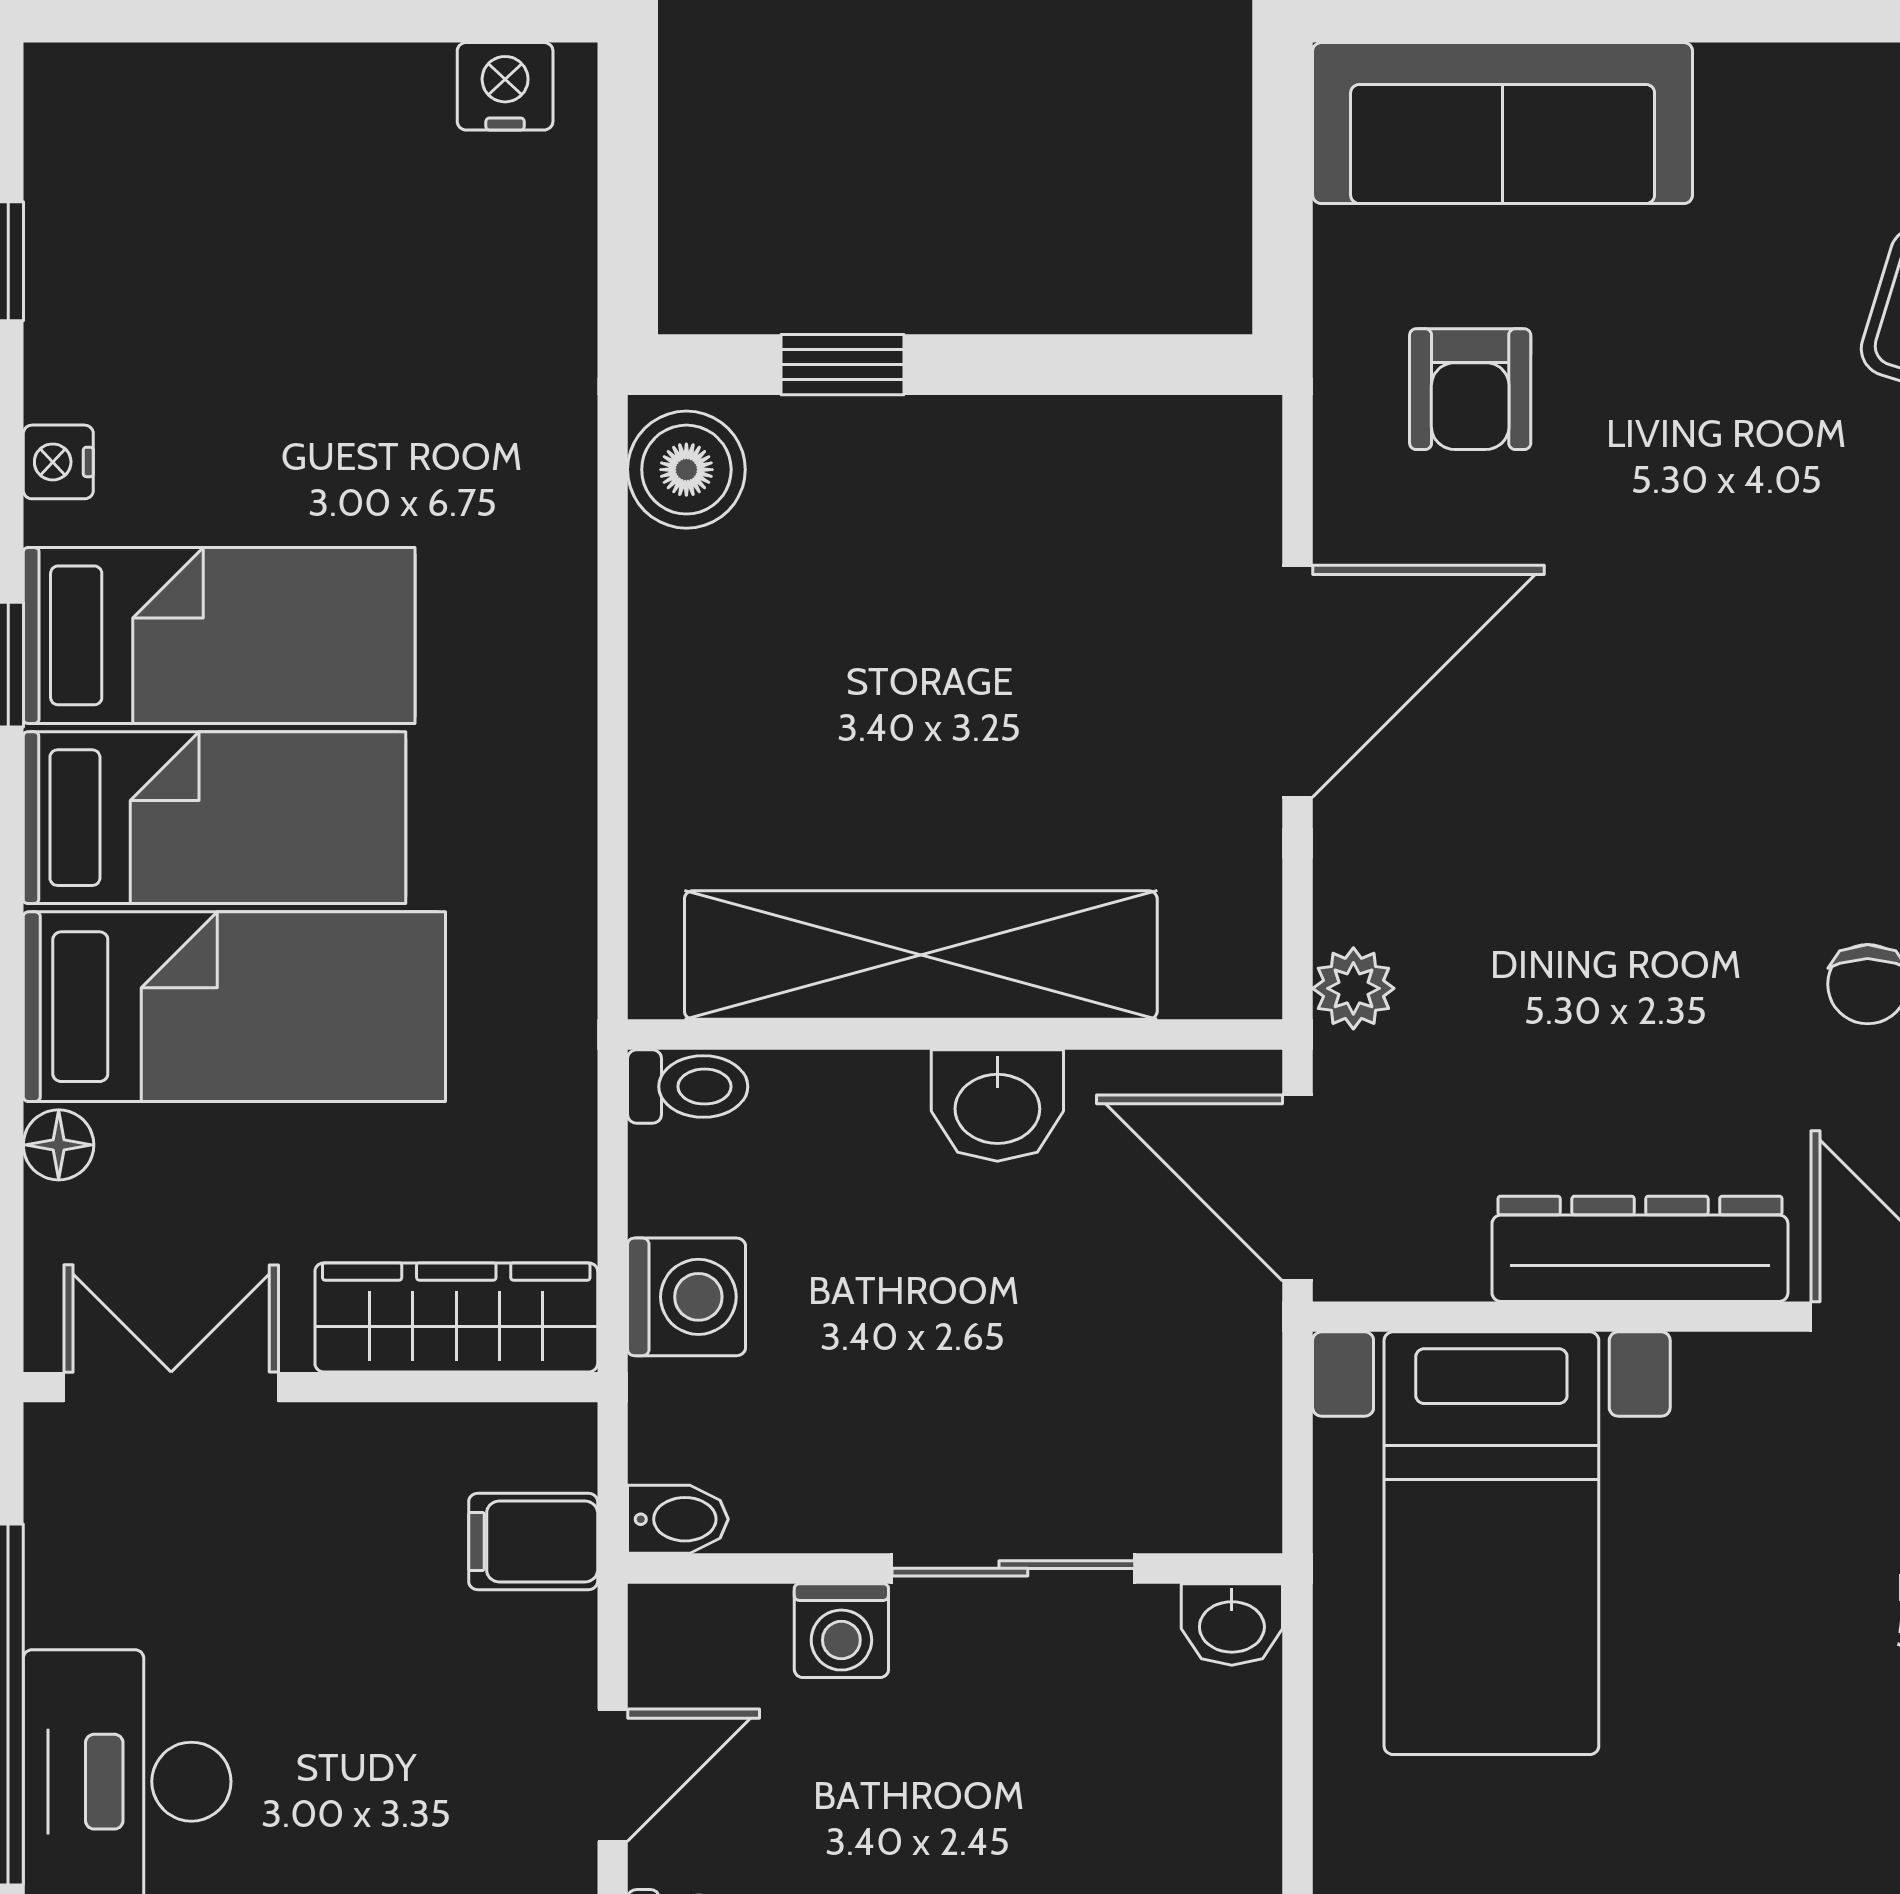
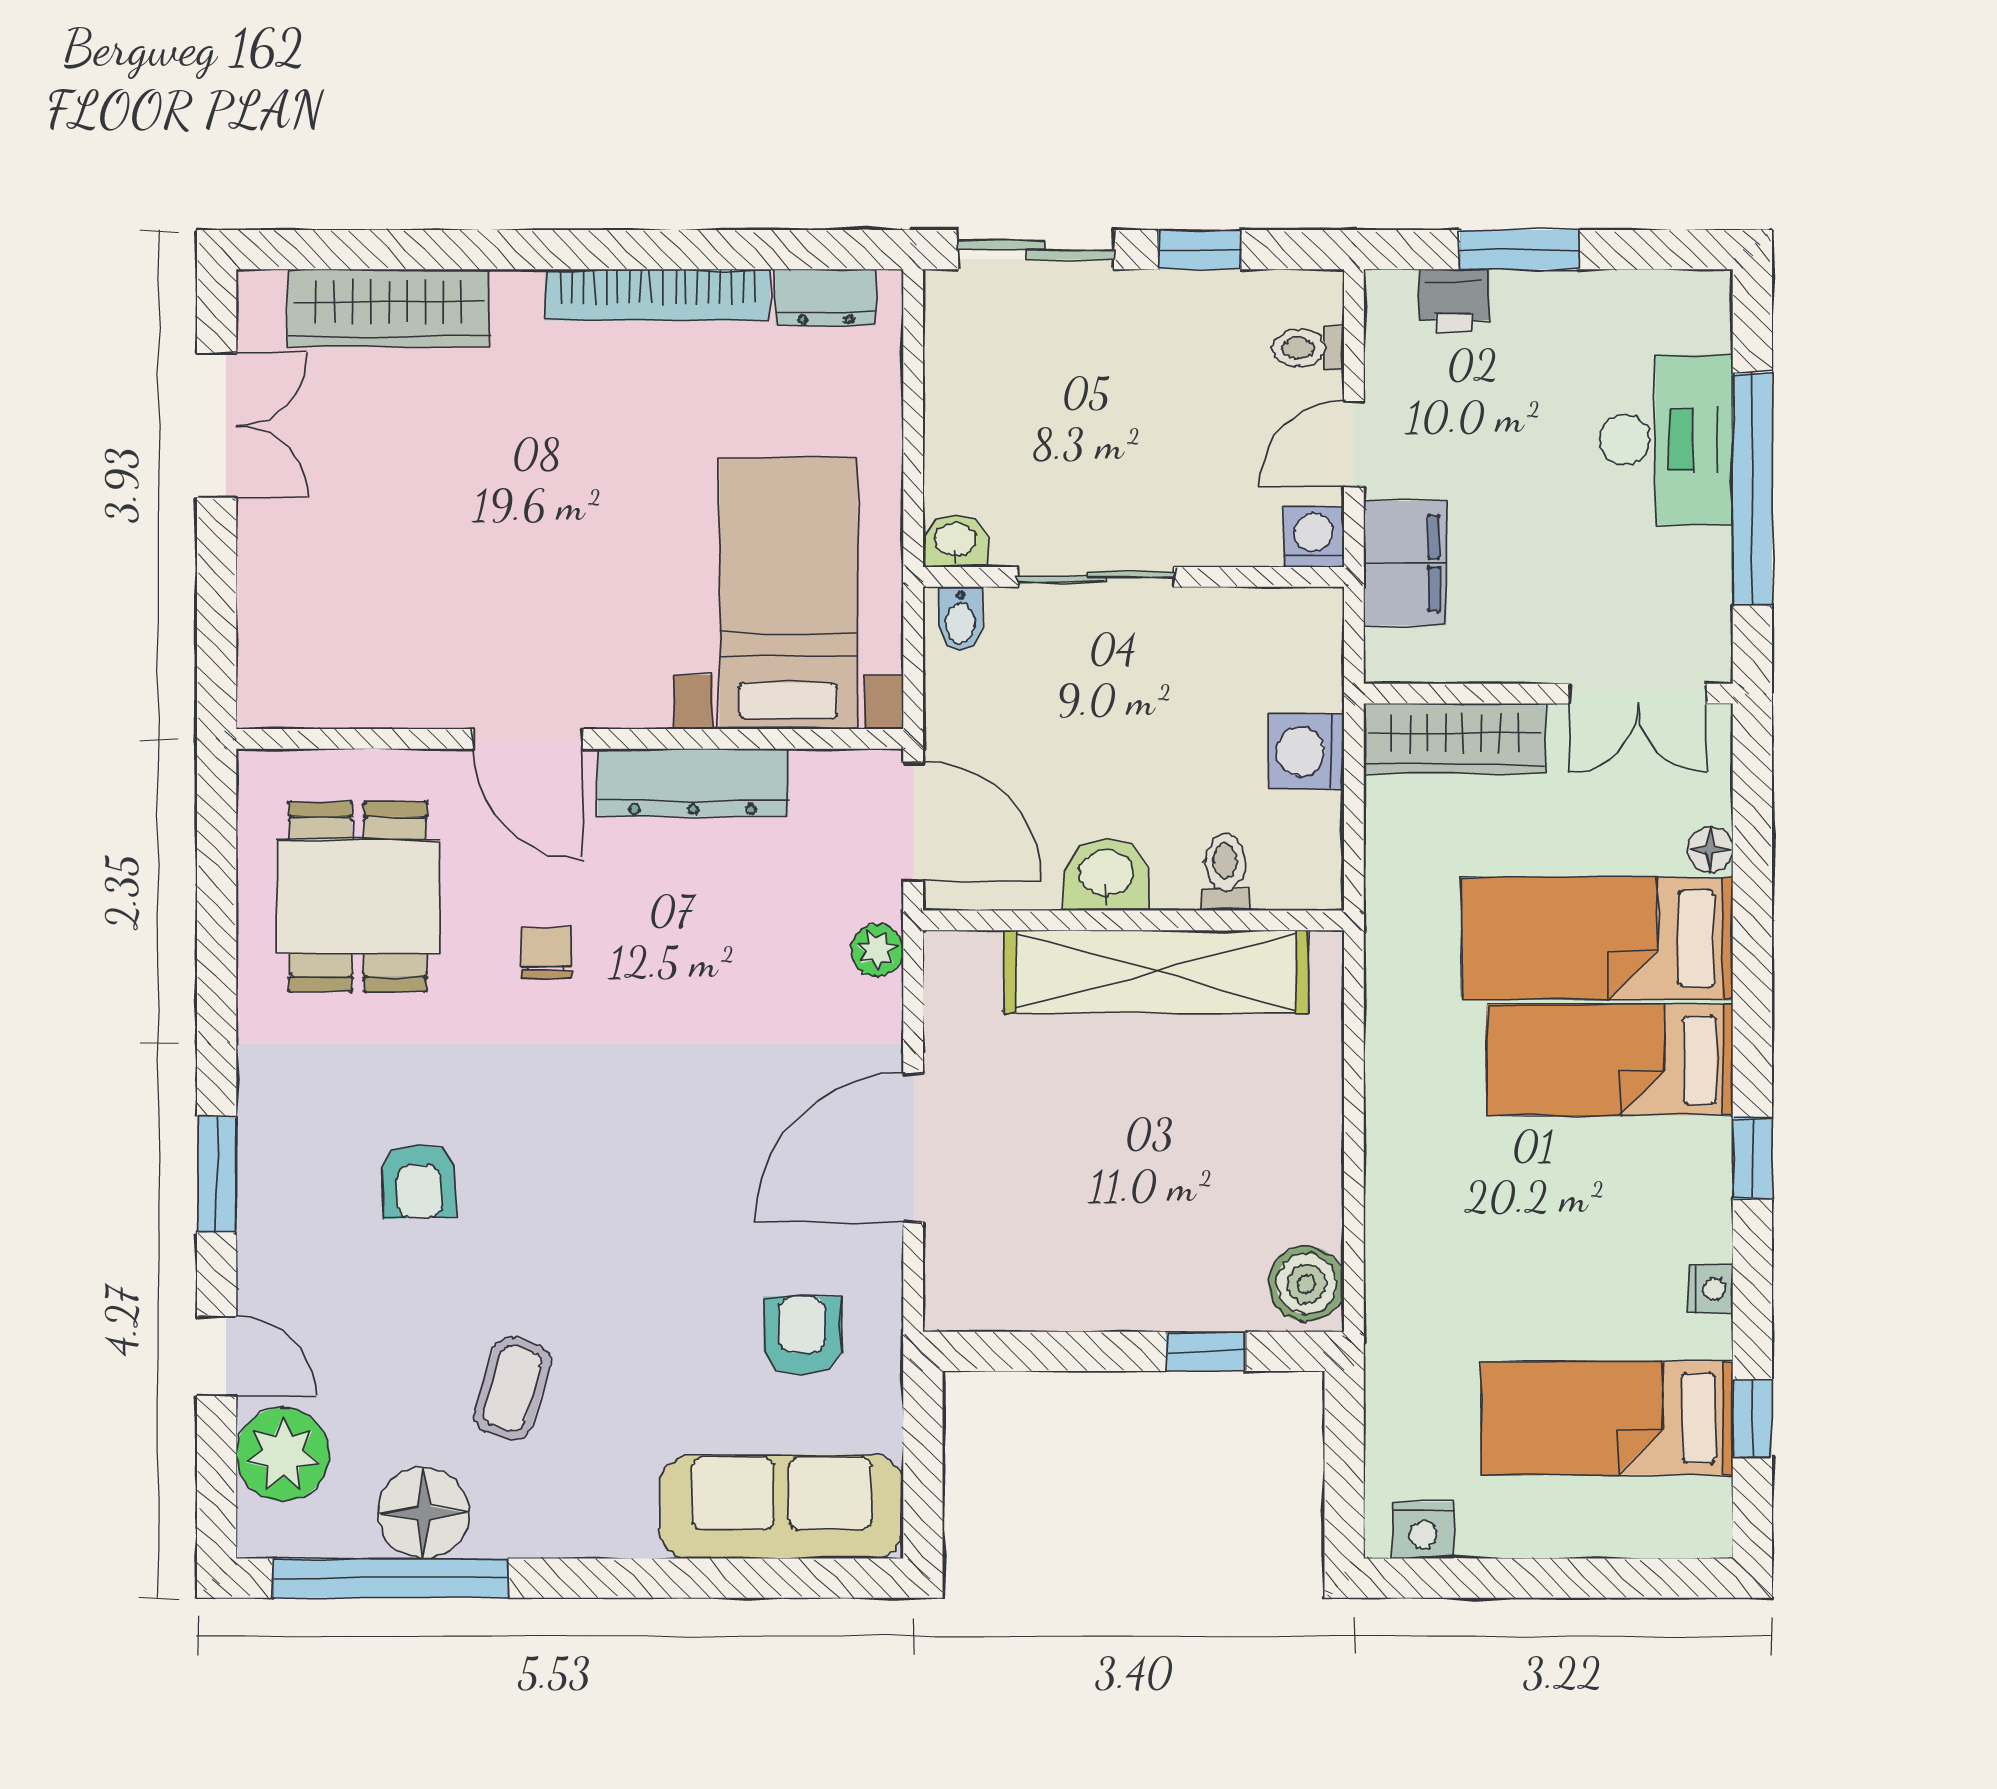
bed: (219, 635) -> (1607, 1418), moved
toilet: (688, 1087) -> (1225, 872), moved, turned 90
bidet: (678, 1519) -> (960, 619), moved, turned -90
filing cabinet: (533, 1541) -> (1405, 563), width x2.00
washing machine: (841, 1631) -> (1314, 537), moved

